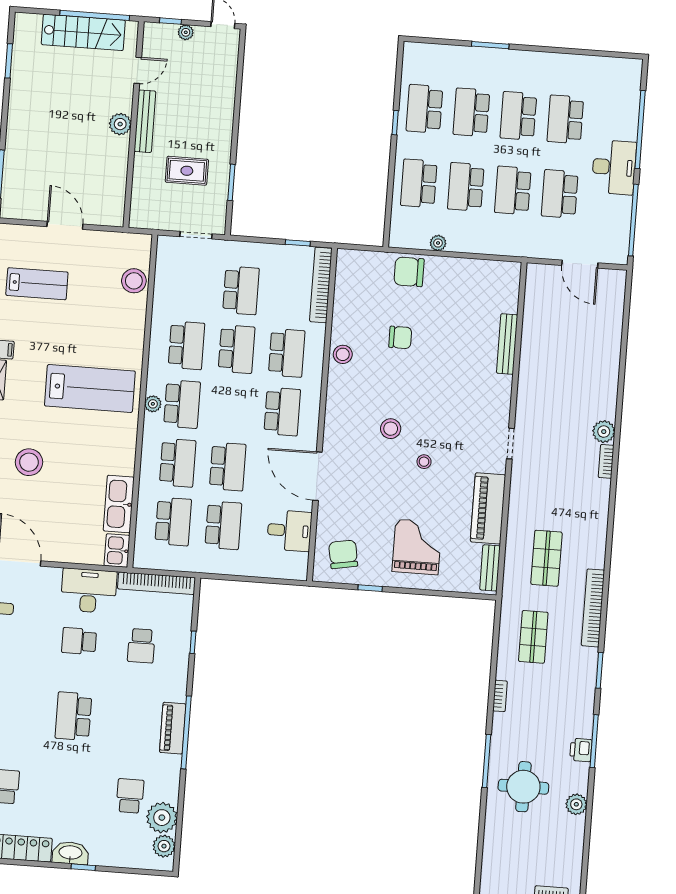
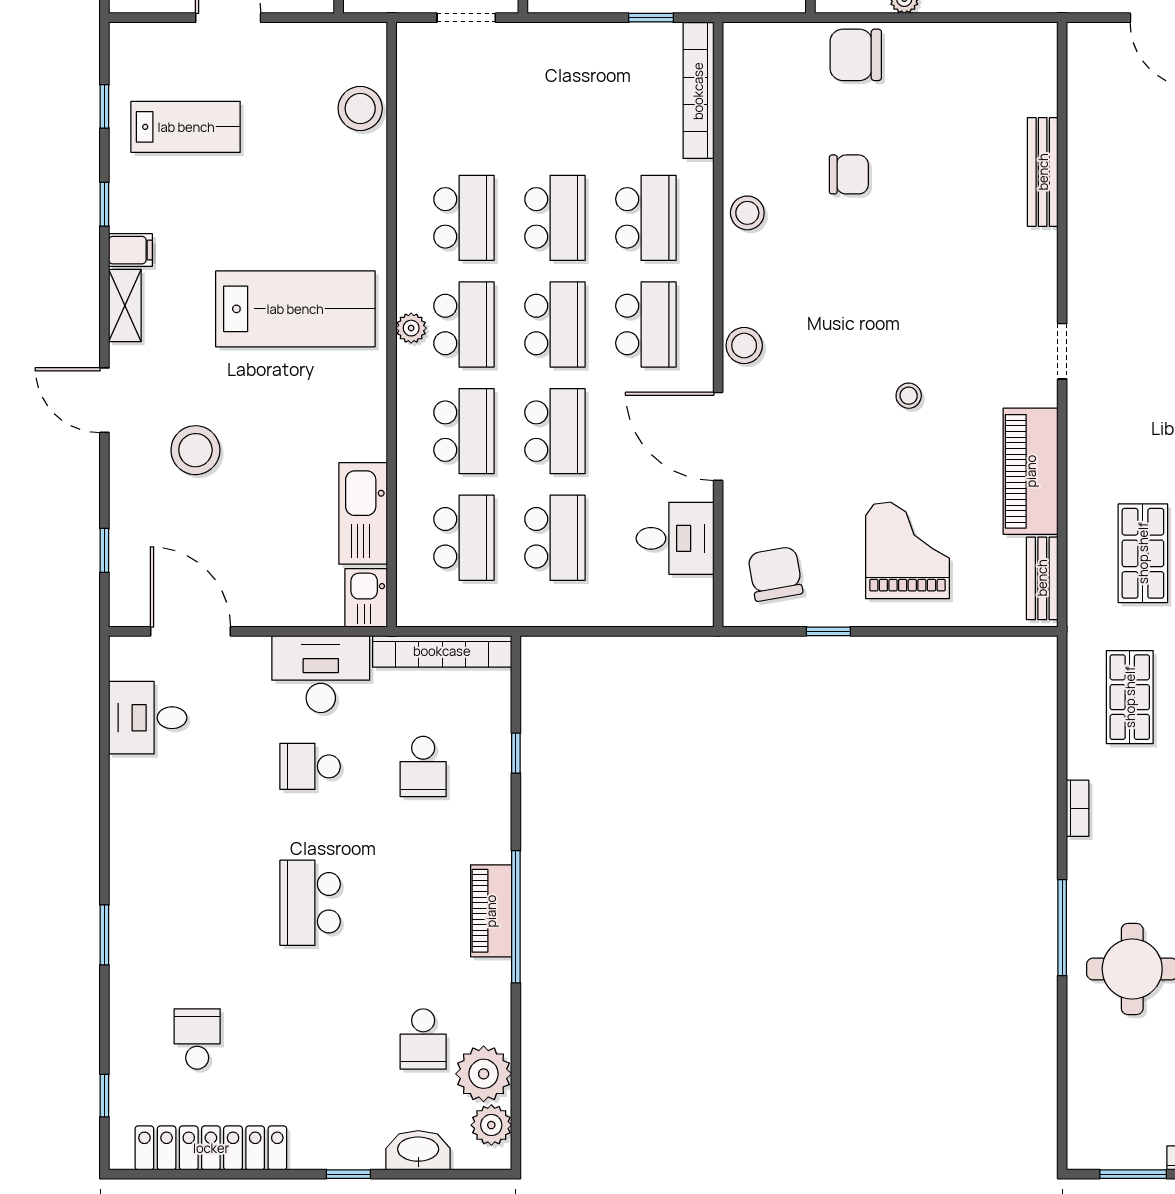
school desk: (241, 290) -> (555, 324), moved
stool: (391, 429) -> (744, 346), moved
school desk: (130, 796) -> (423, 1039), turned 180
washbasin: (70, 853) -> (418, 1150), moved

